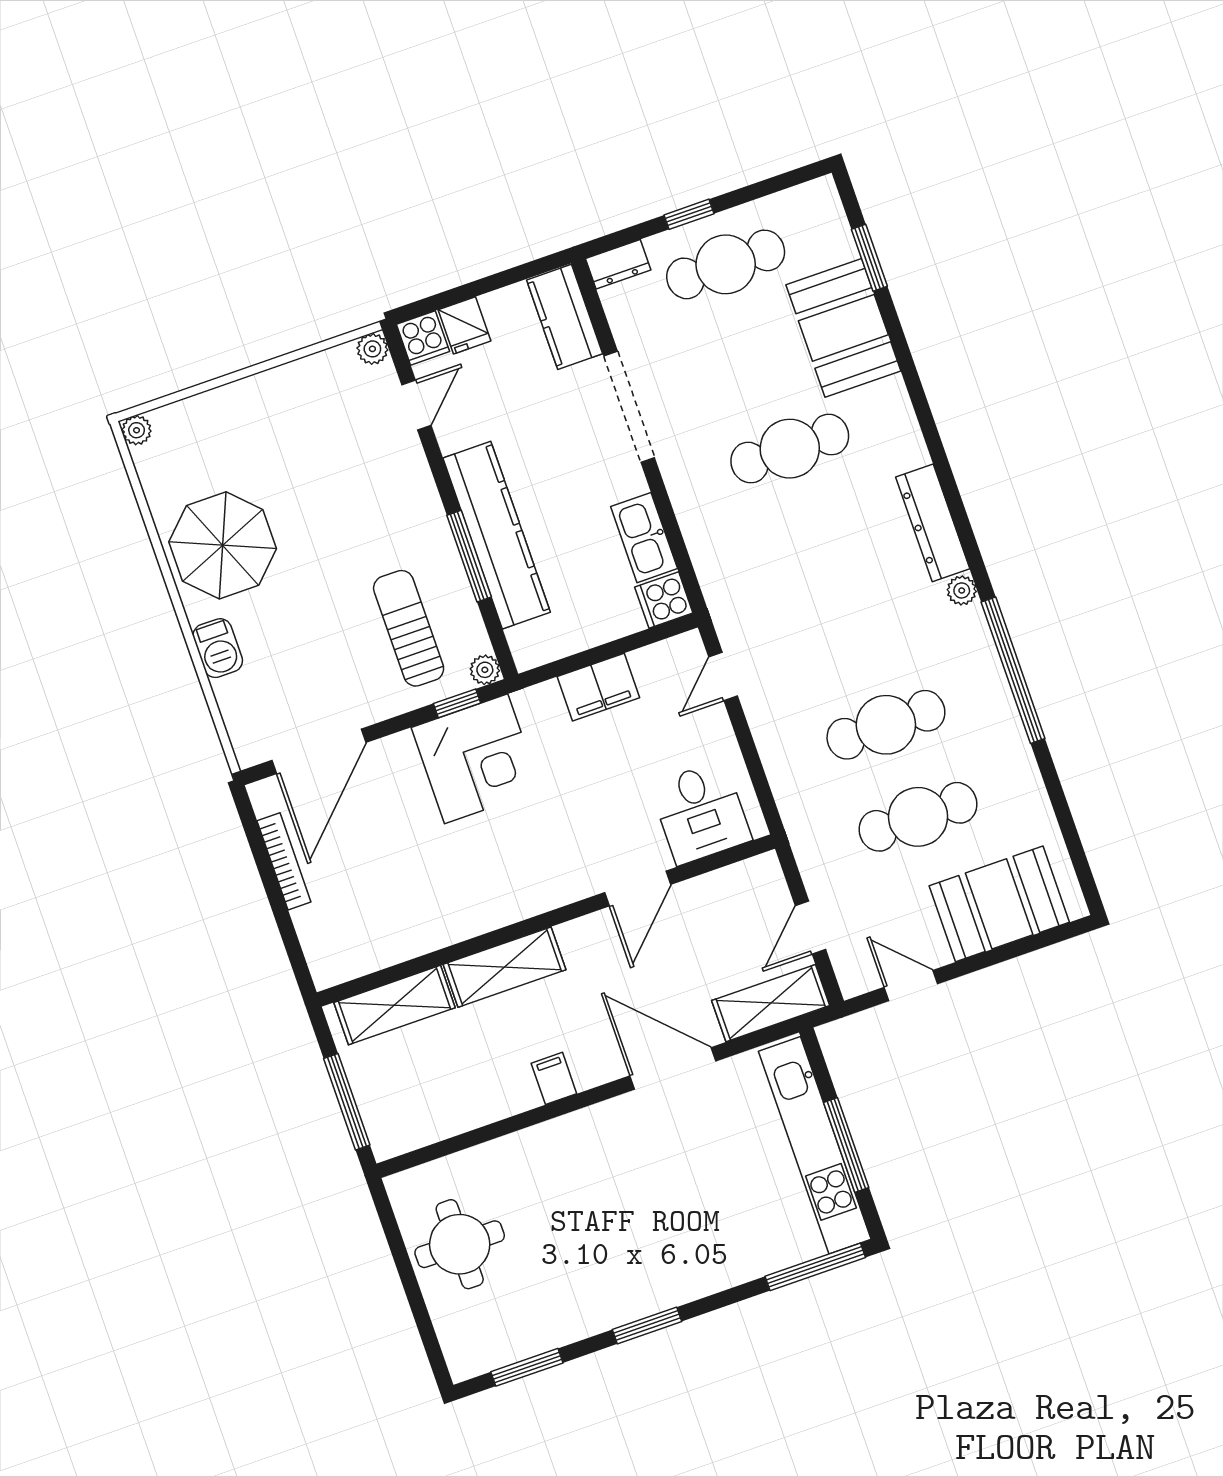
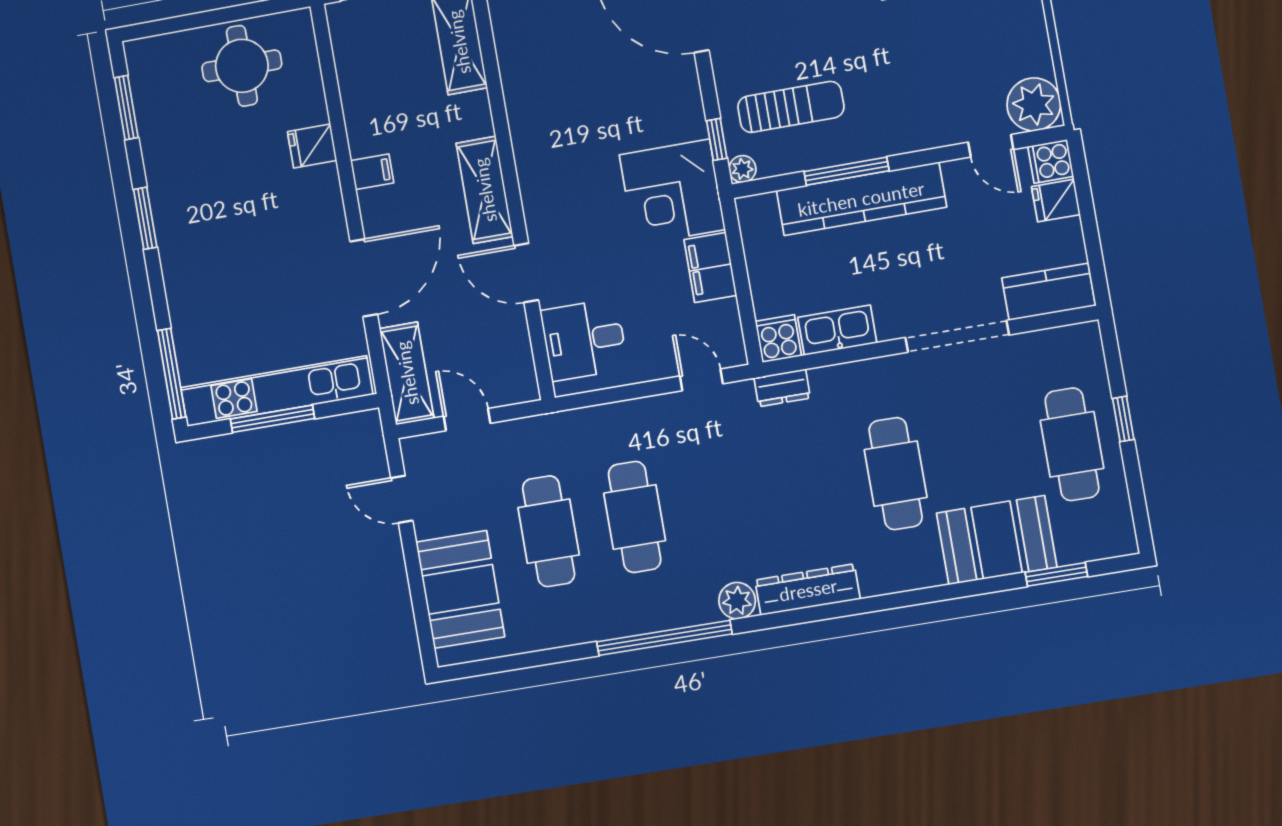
dresser: (618, 264) -> (782, 388), moved, turned -90
plant: (372, 349) -> (1034, 104), width x1.87, depth x1.87
plant: (962, 590) -> (737, 601), width x1.38, depth x1.38
corner desk: (476, 759) -> (672, 192), moved
shelving: (505, 967) -> (485, 190), moved
door: (911, 985) -> (402, 499), swing flipped
fridge: (536, 1150) -> (312, 146), added

